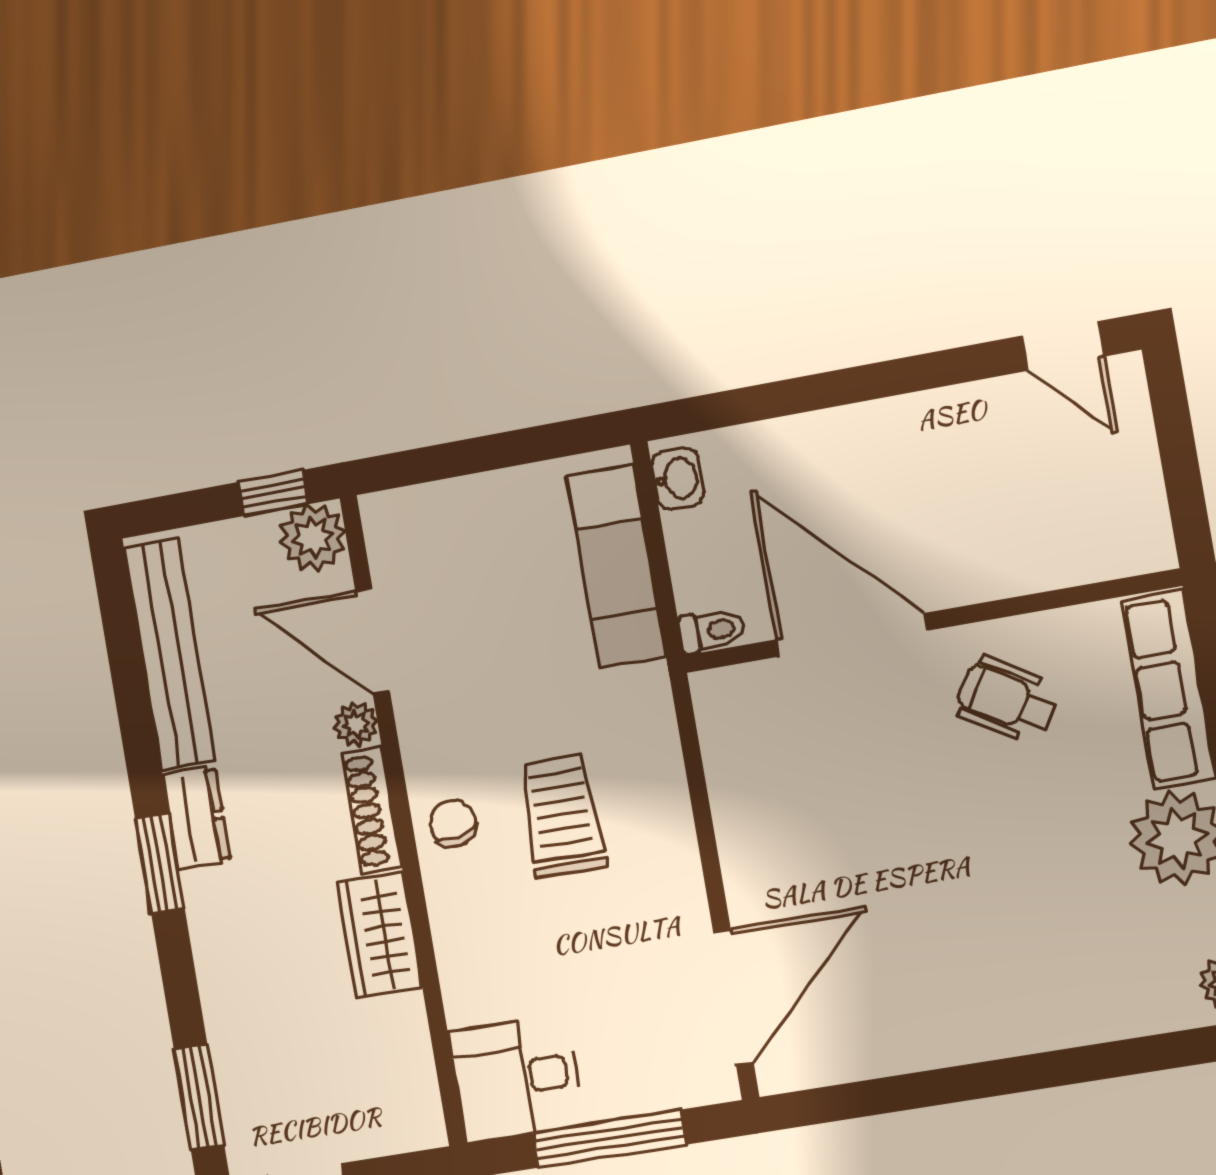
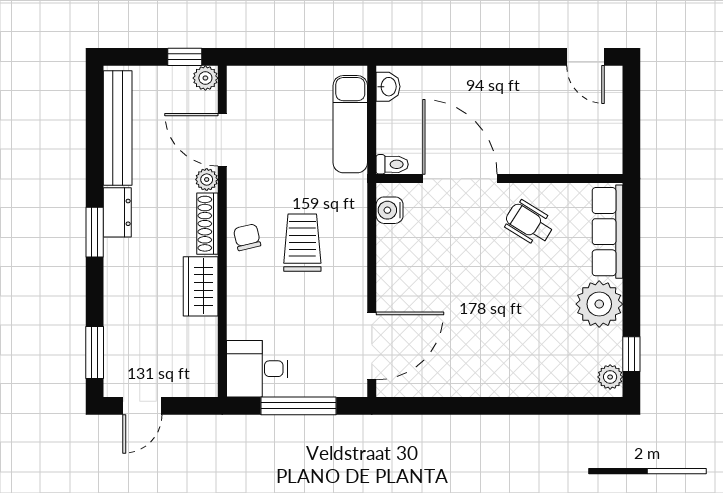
plant: (313, 537) -> (205, 78), width x0.73, depth x0.73
water cooler: (723, 722) -> (390, 210), added

